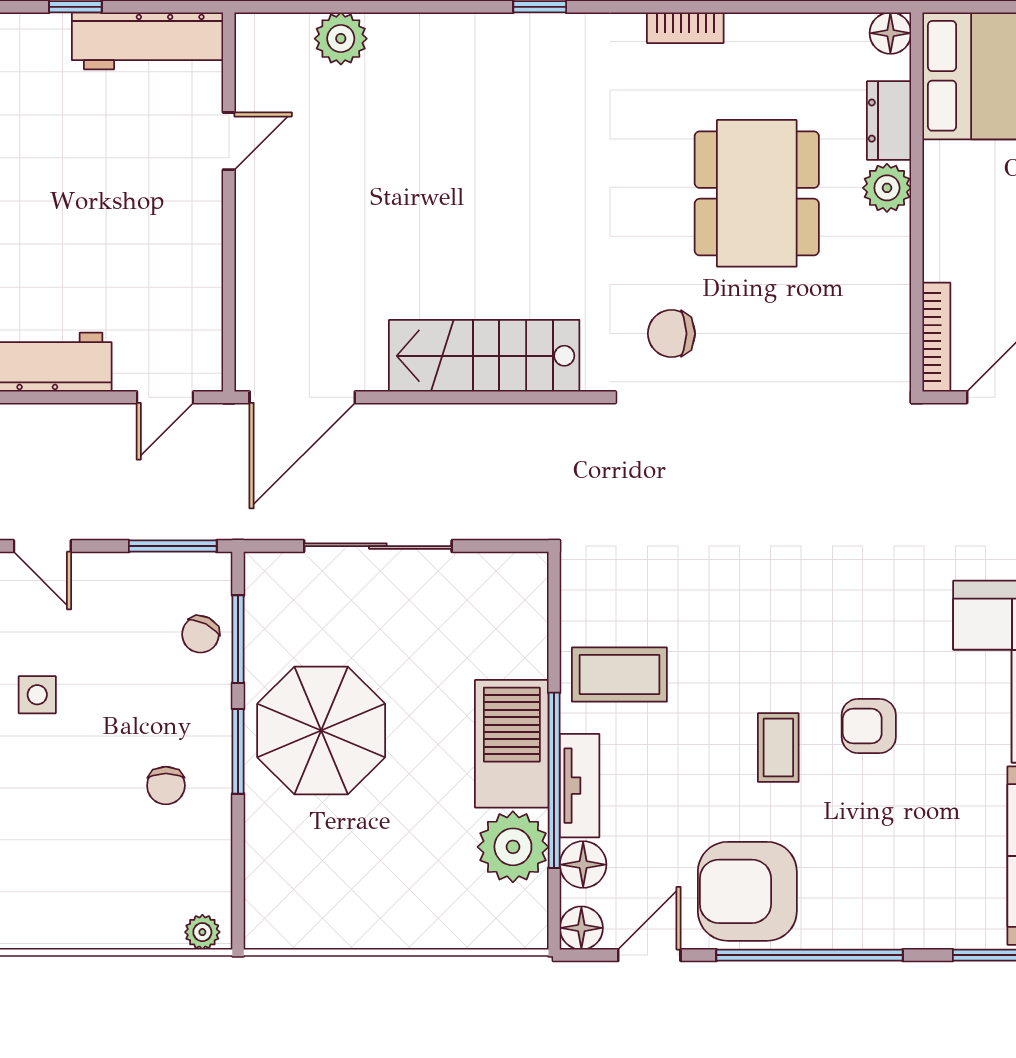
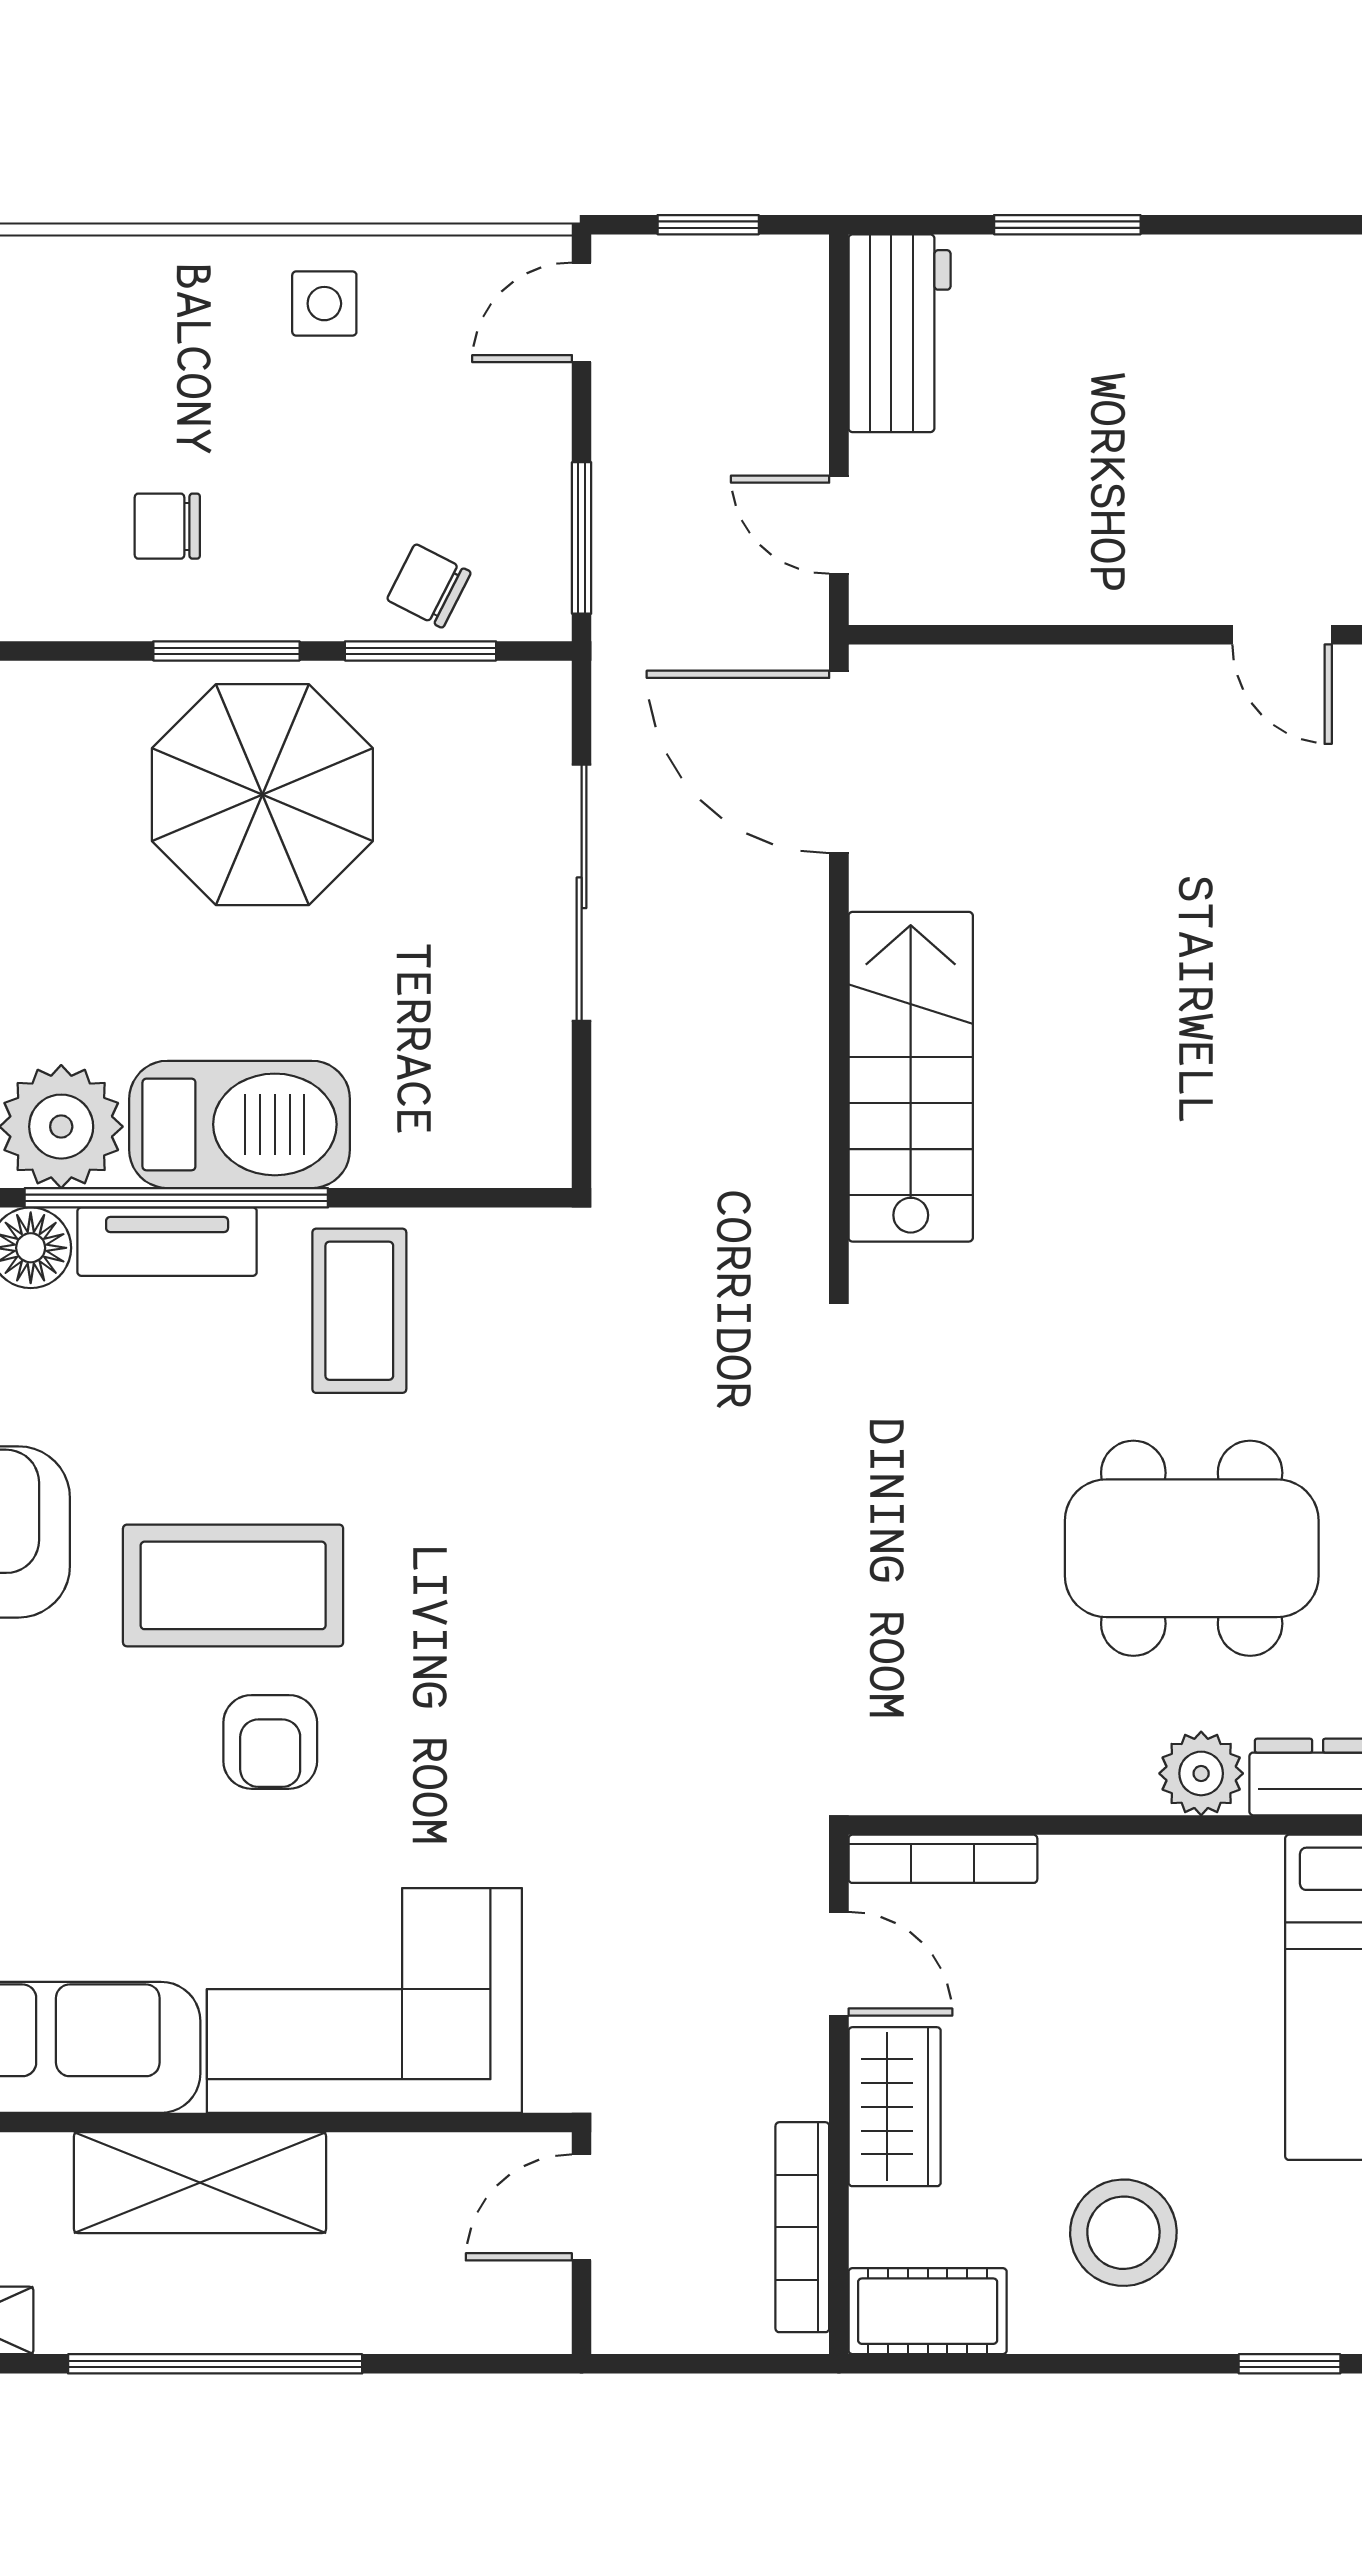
chair: (671, 334) -> (949, 1401), removed
armchair: (869, 726) -> (270, 1742), turned 180
coffee table: (778, 747) -> (233, 1585), width x1.86, depth x1.72

